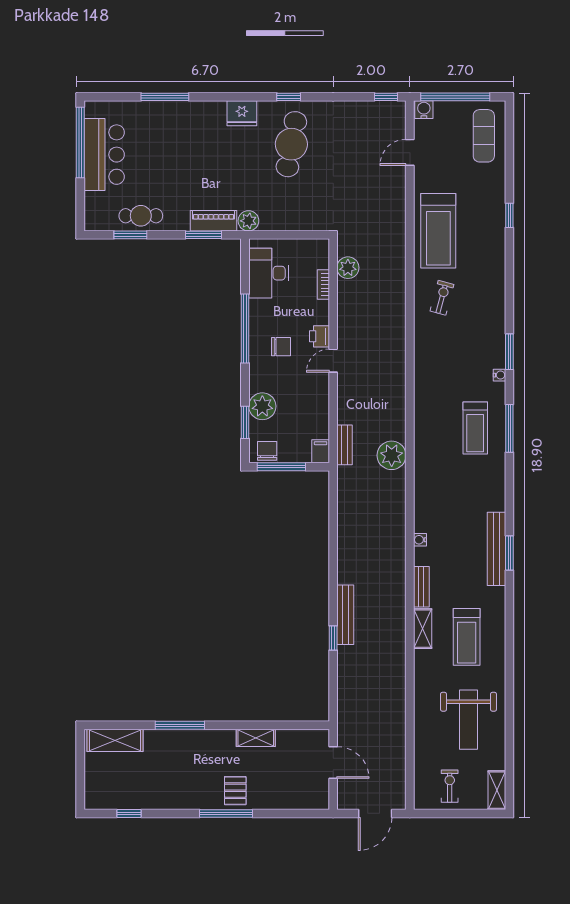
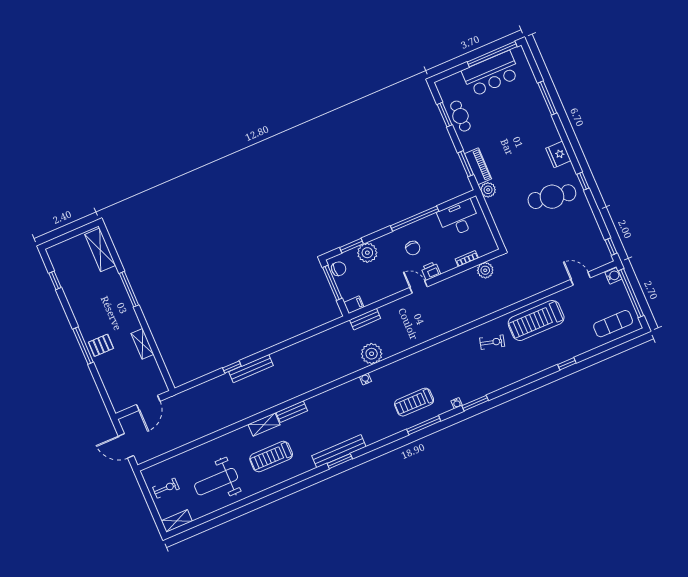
water cooler: (420, 540) -> (365, 379), moved

